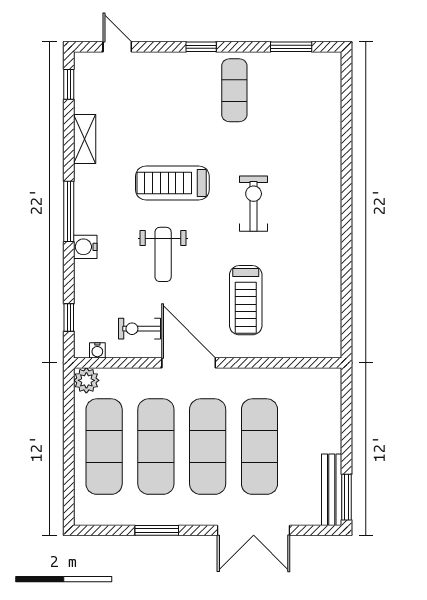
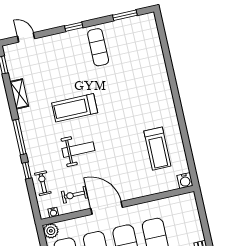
exercise bike: (254, 204) -> (43, 183), moved, width x0.73, depth x0.72
water cooler: (85, 247) -> (185, 181), moved, turned -90
weight bench: (163, 254) -> (78, 150), turned -90
treadmill: (246, 300) -> (157, 149), moved
window: (69, 318) -> (27, 170), moved

